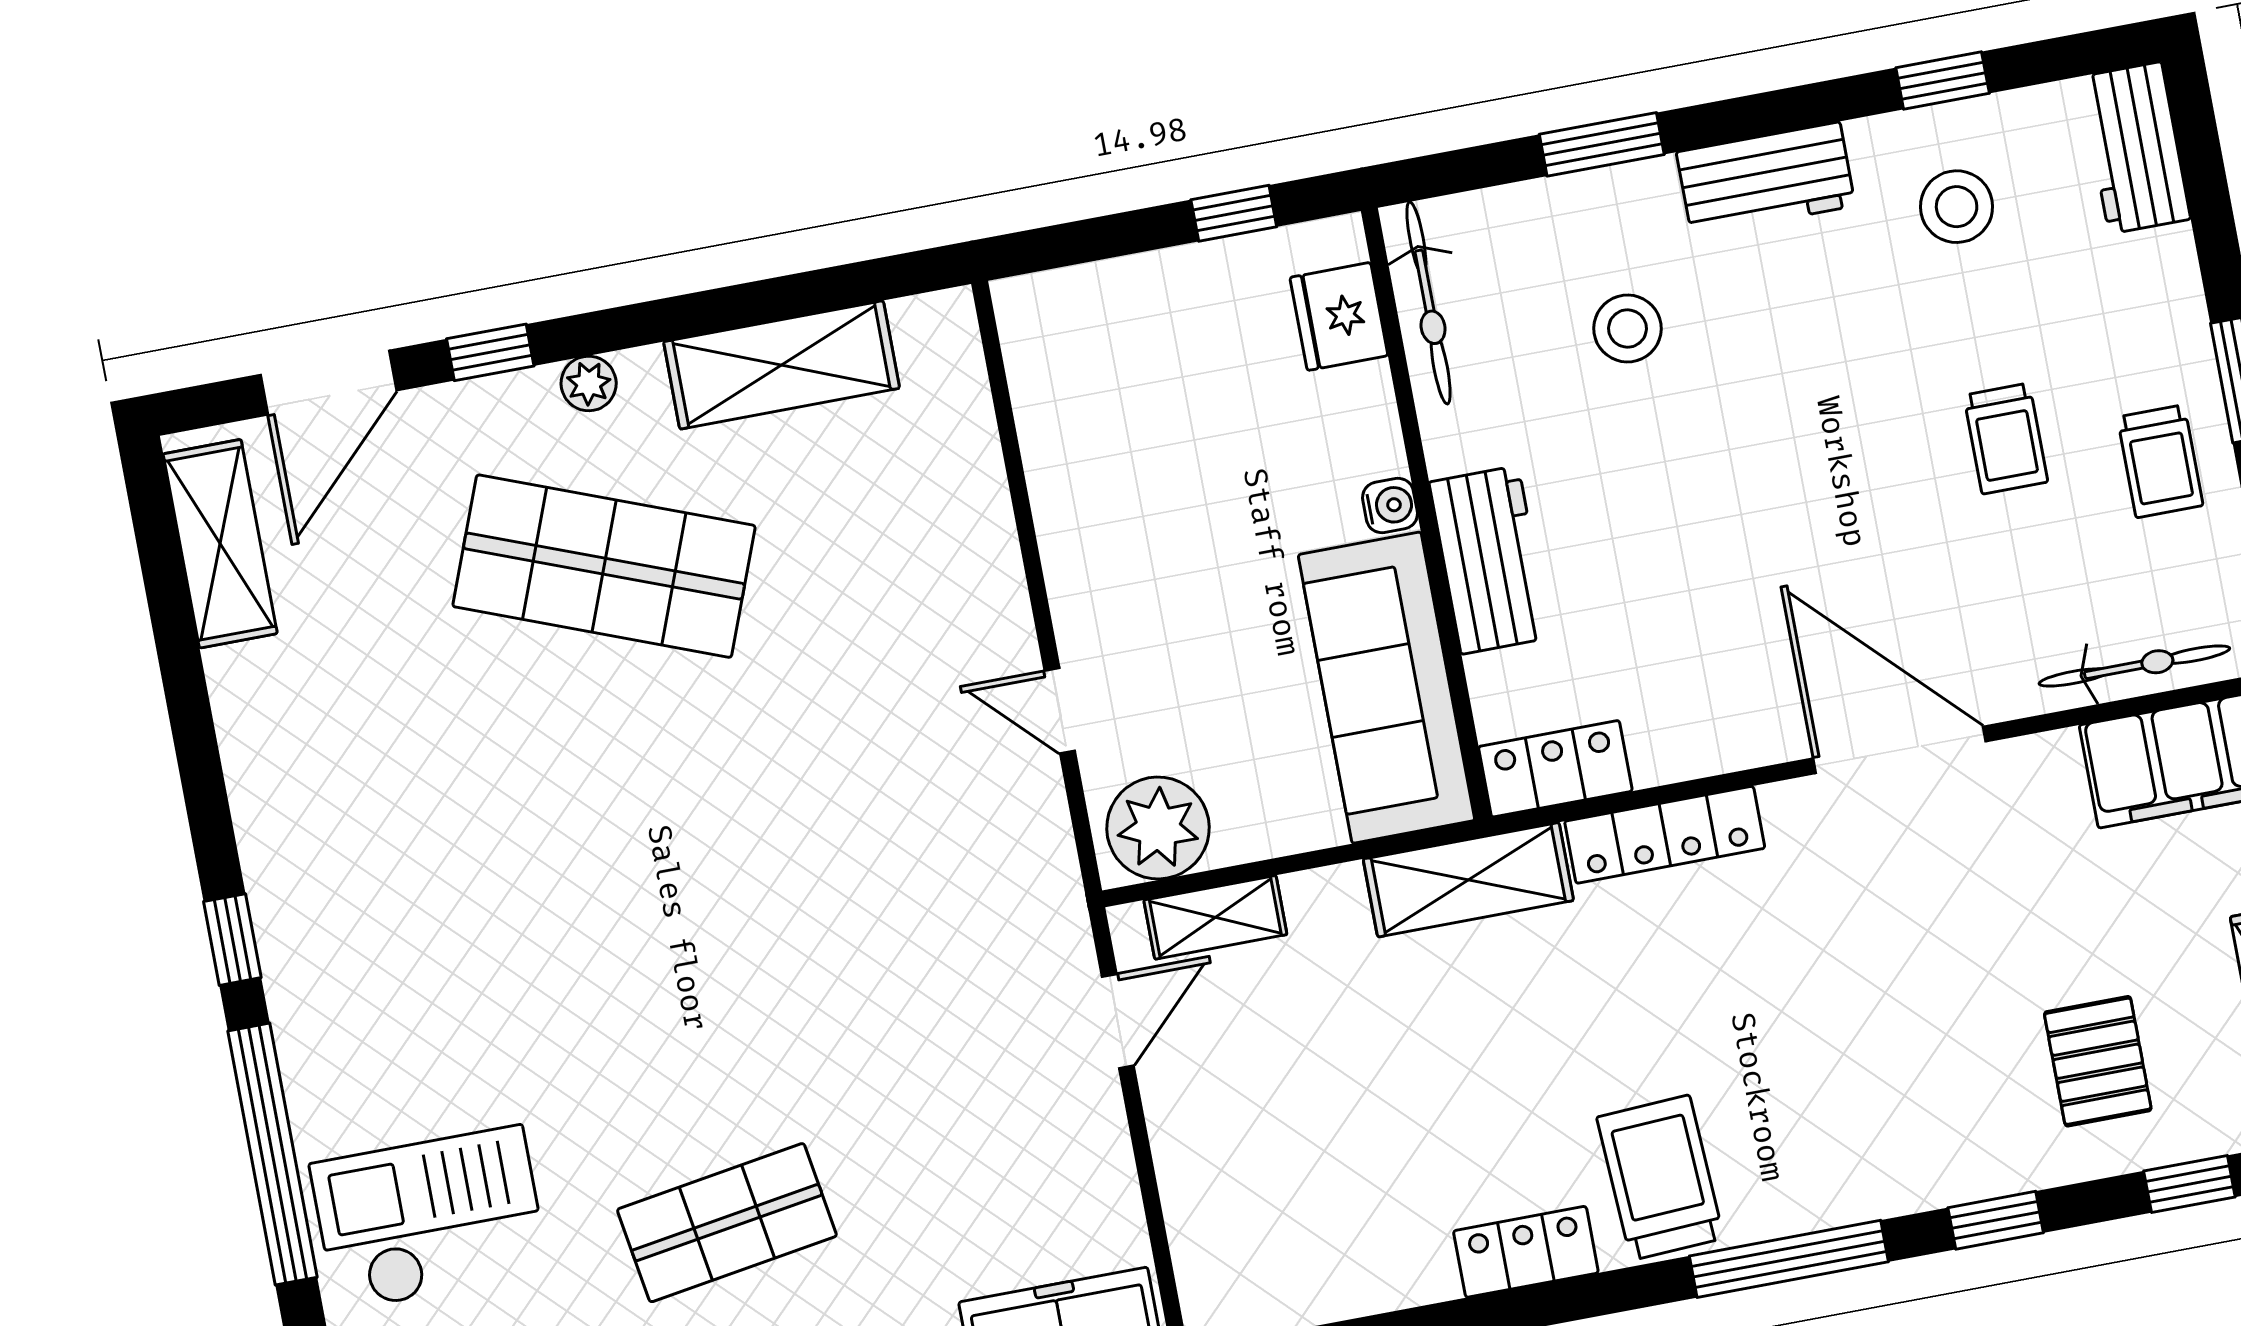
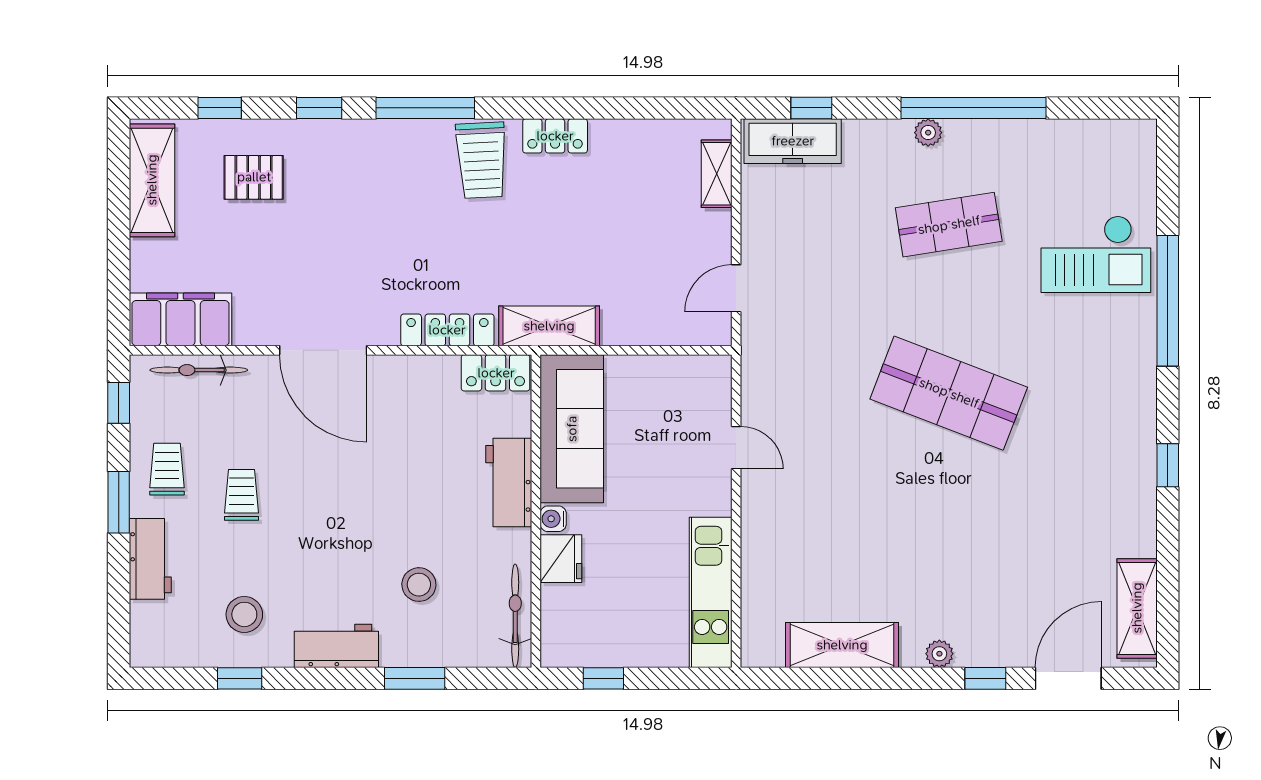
workbench: (2135, 148) -> (150, 559), moved
fridge: (1339, 316) -> (561, 559), moved
kitchen unit: (1057, 420) -> (711, 592), added
shop shelf: (604, 566) -> (949, 393), moved
plant: (1158, 828) -> (698, 380), removed
shelving: (1215, 917) -> (717, 174), moved, turned 90
window: (232, 940) -> (1168, 465), moved
pallet: (2098, 1061) -> (254, 177), turned 90

